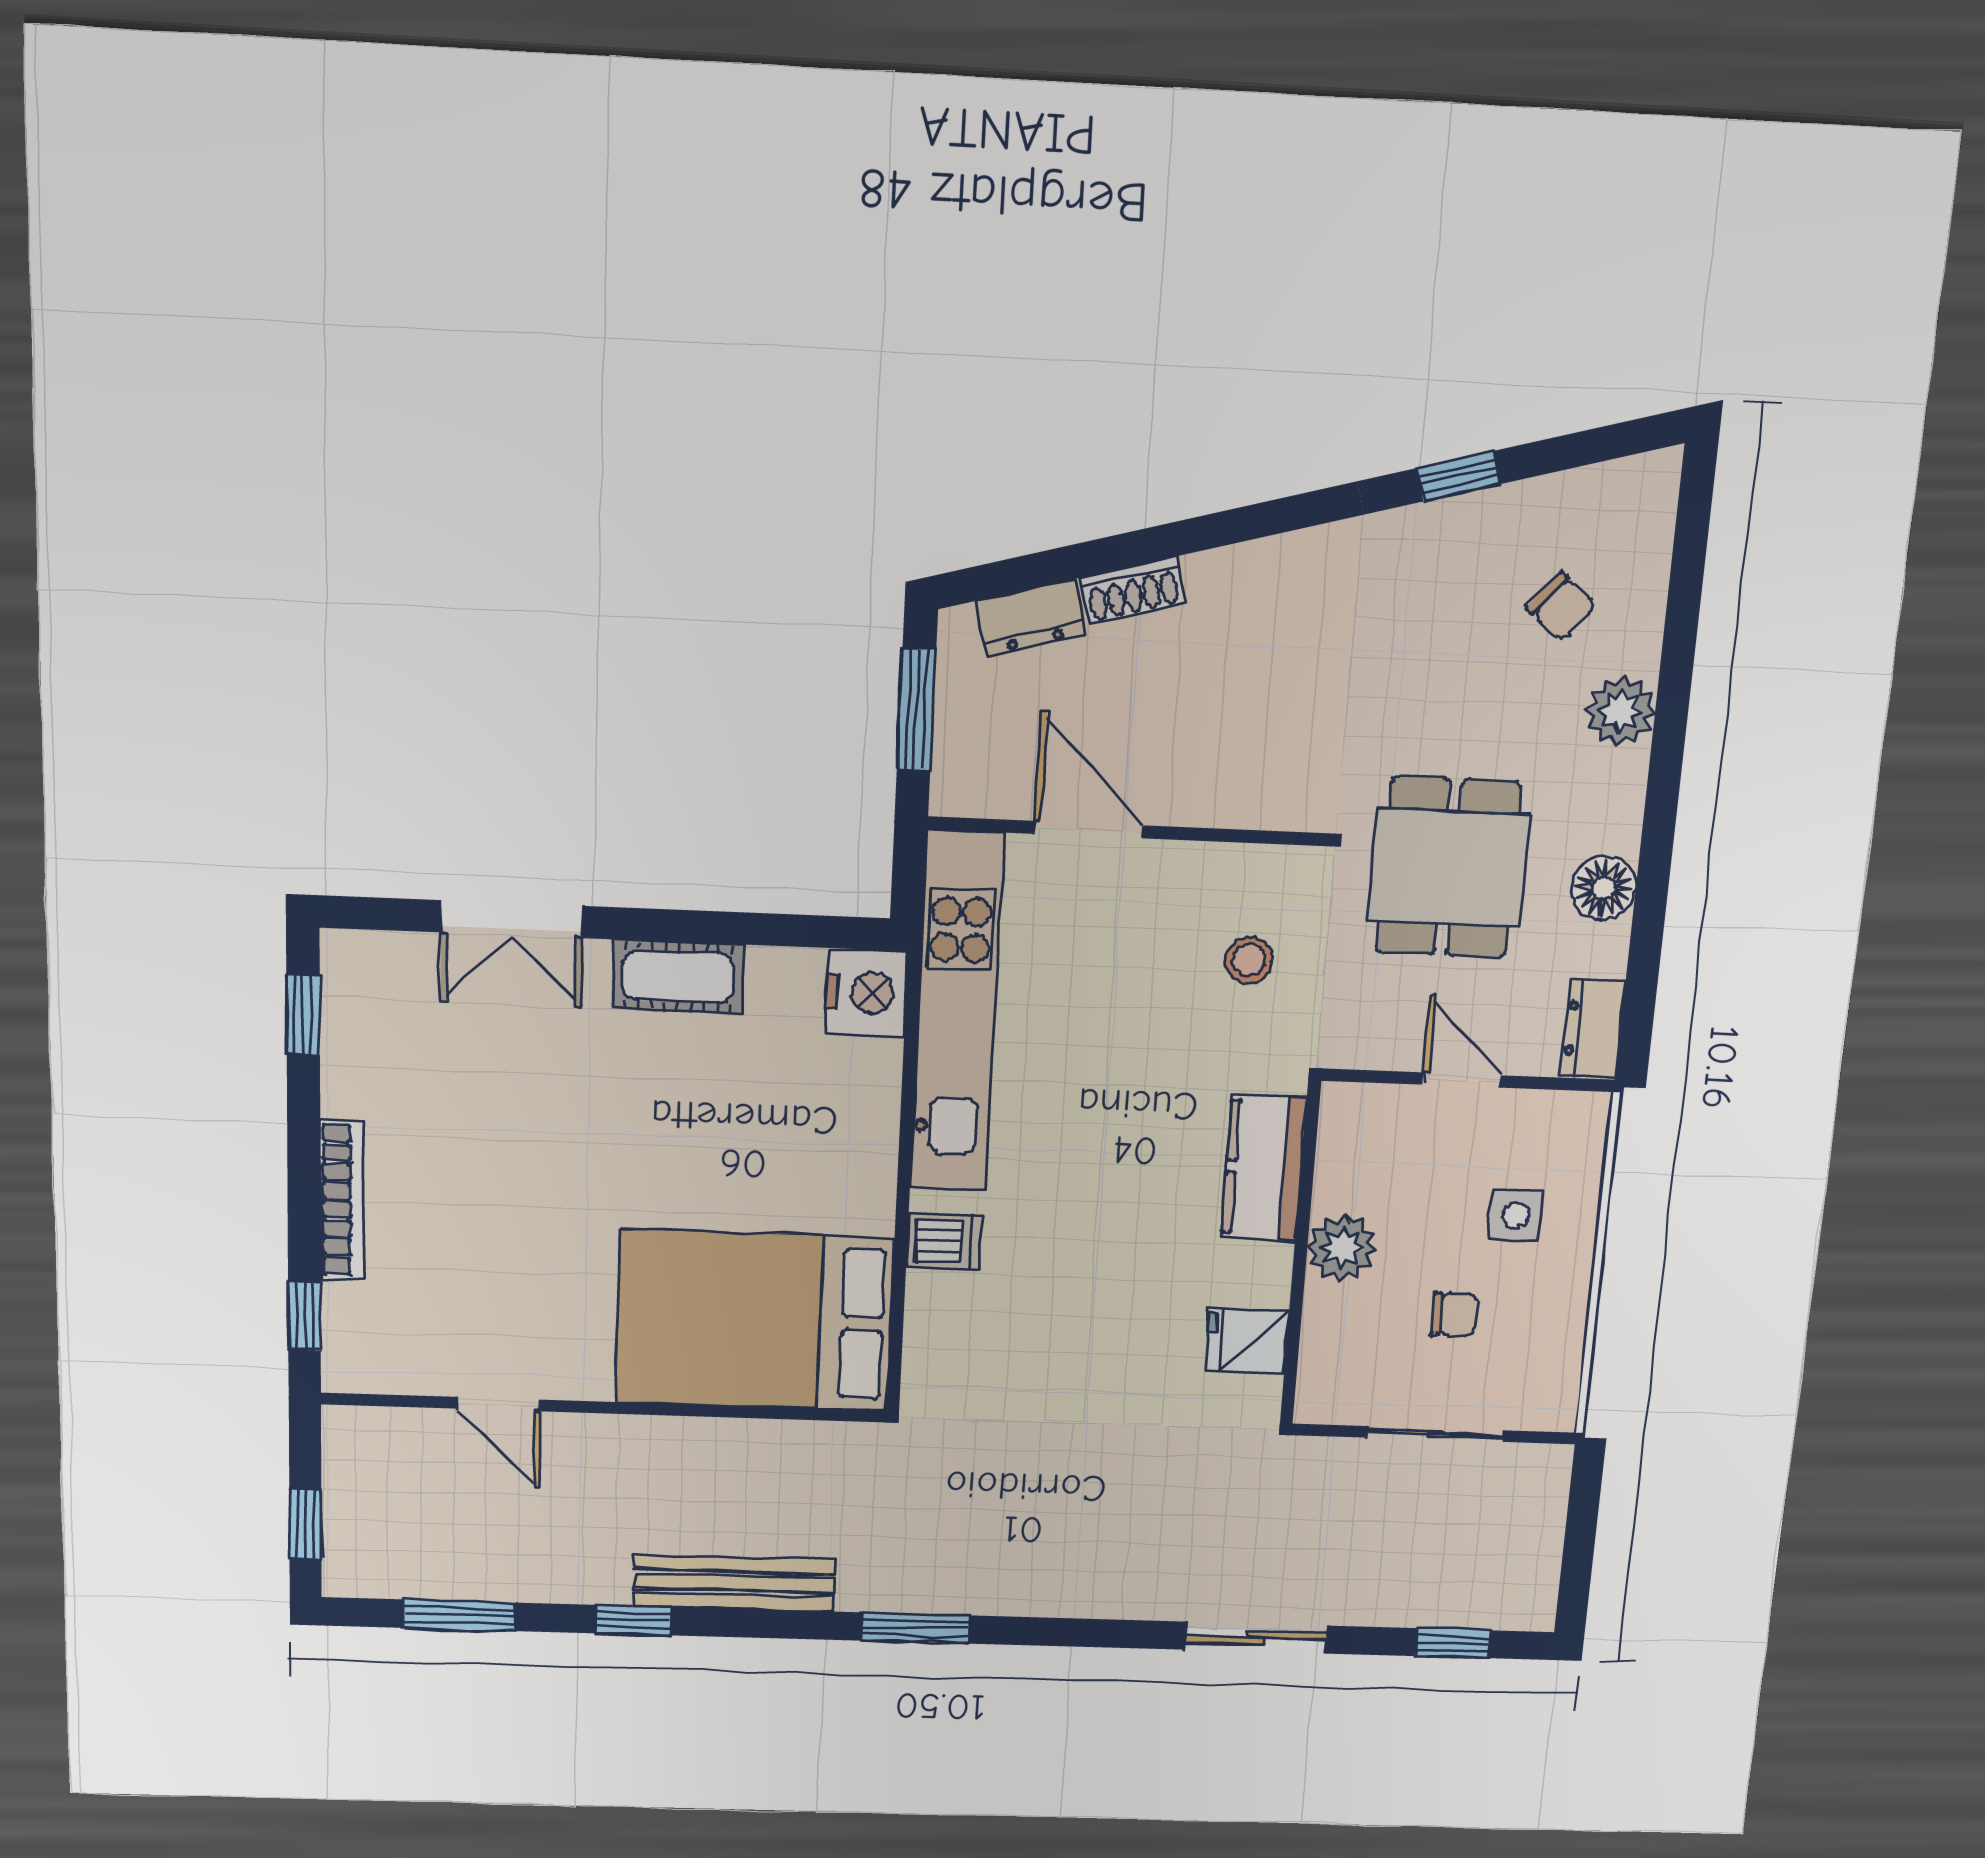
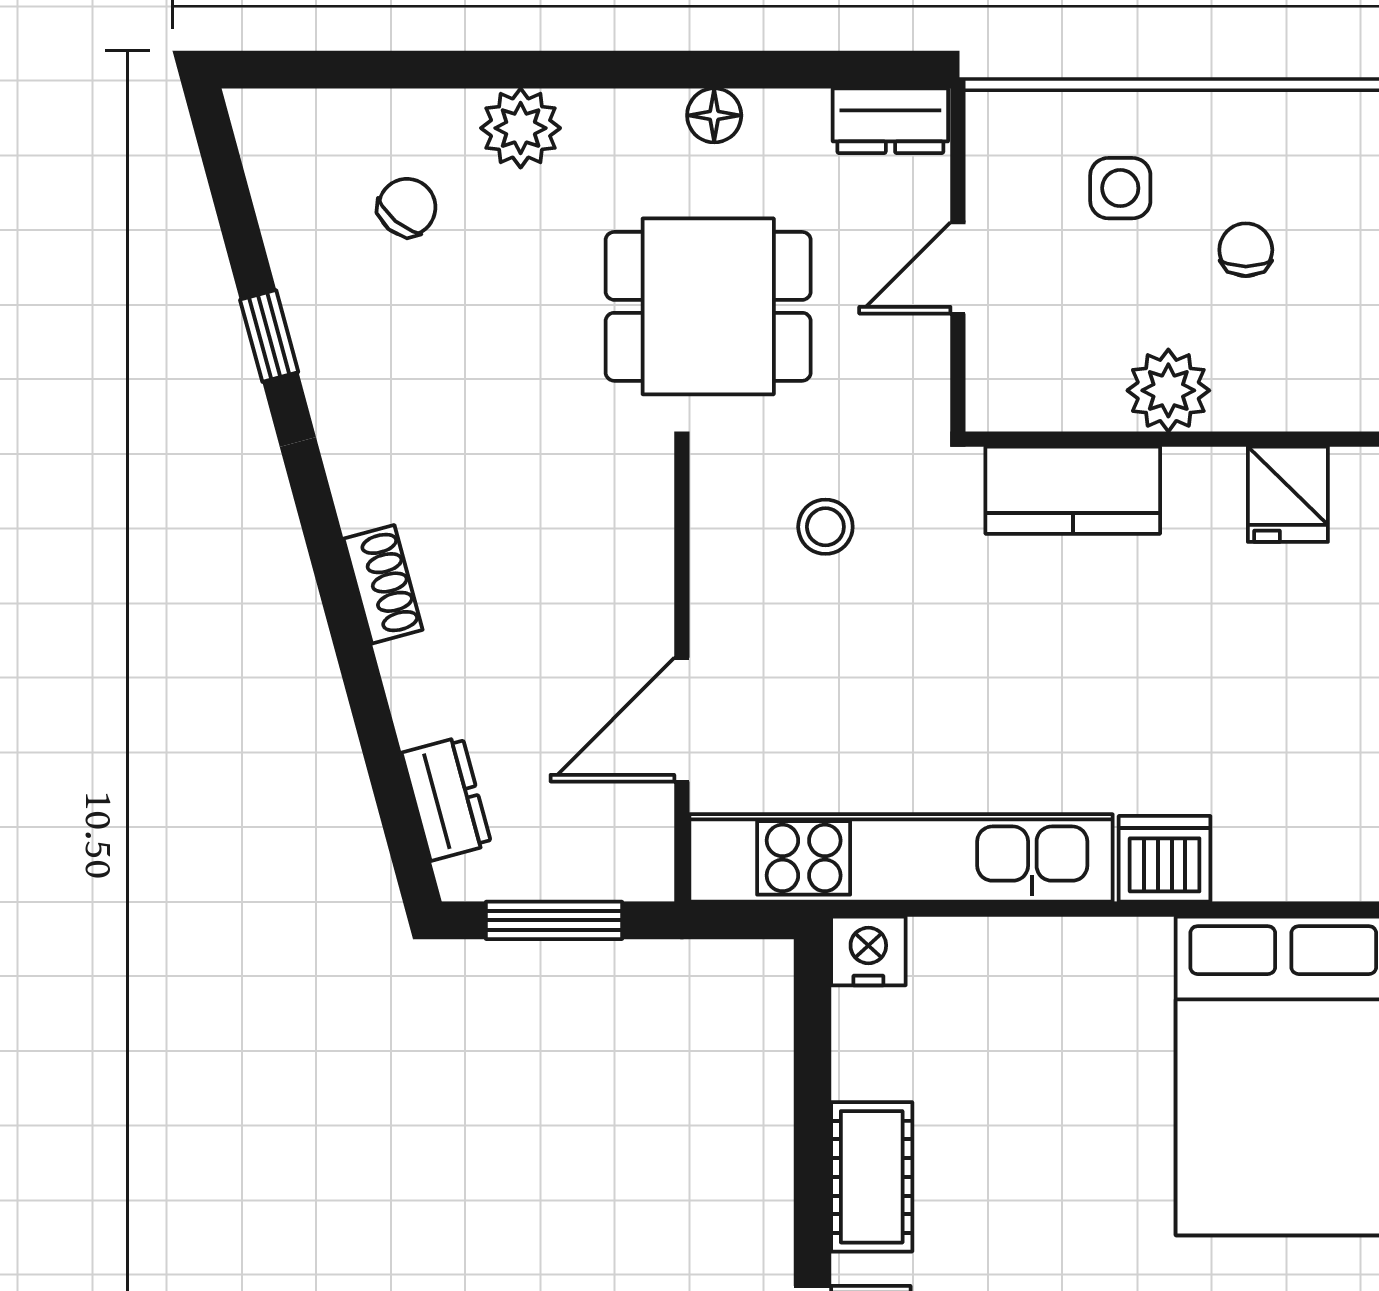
shoe rack: (1133, 590) -> (383, 584), moved
floor lamp: (1604, 888) -> (714, 115), width x0.73, depth x0.73
nightstand: (866, 993) -> (868, 951), width x0.74, depth x0.75
dishwasher: (944, 1241) -> (1165, 859), width x1.38

